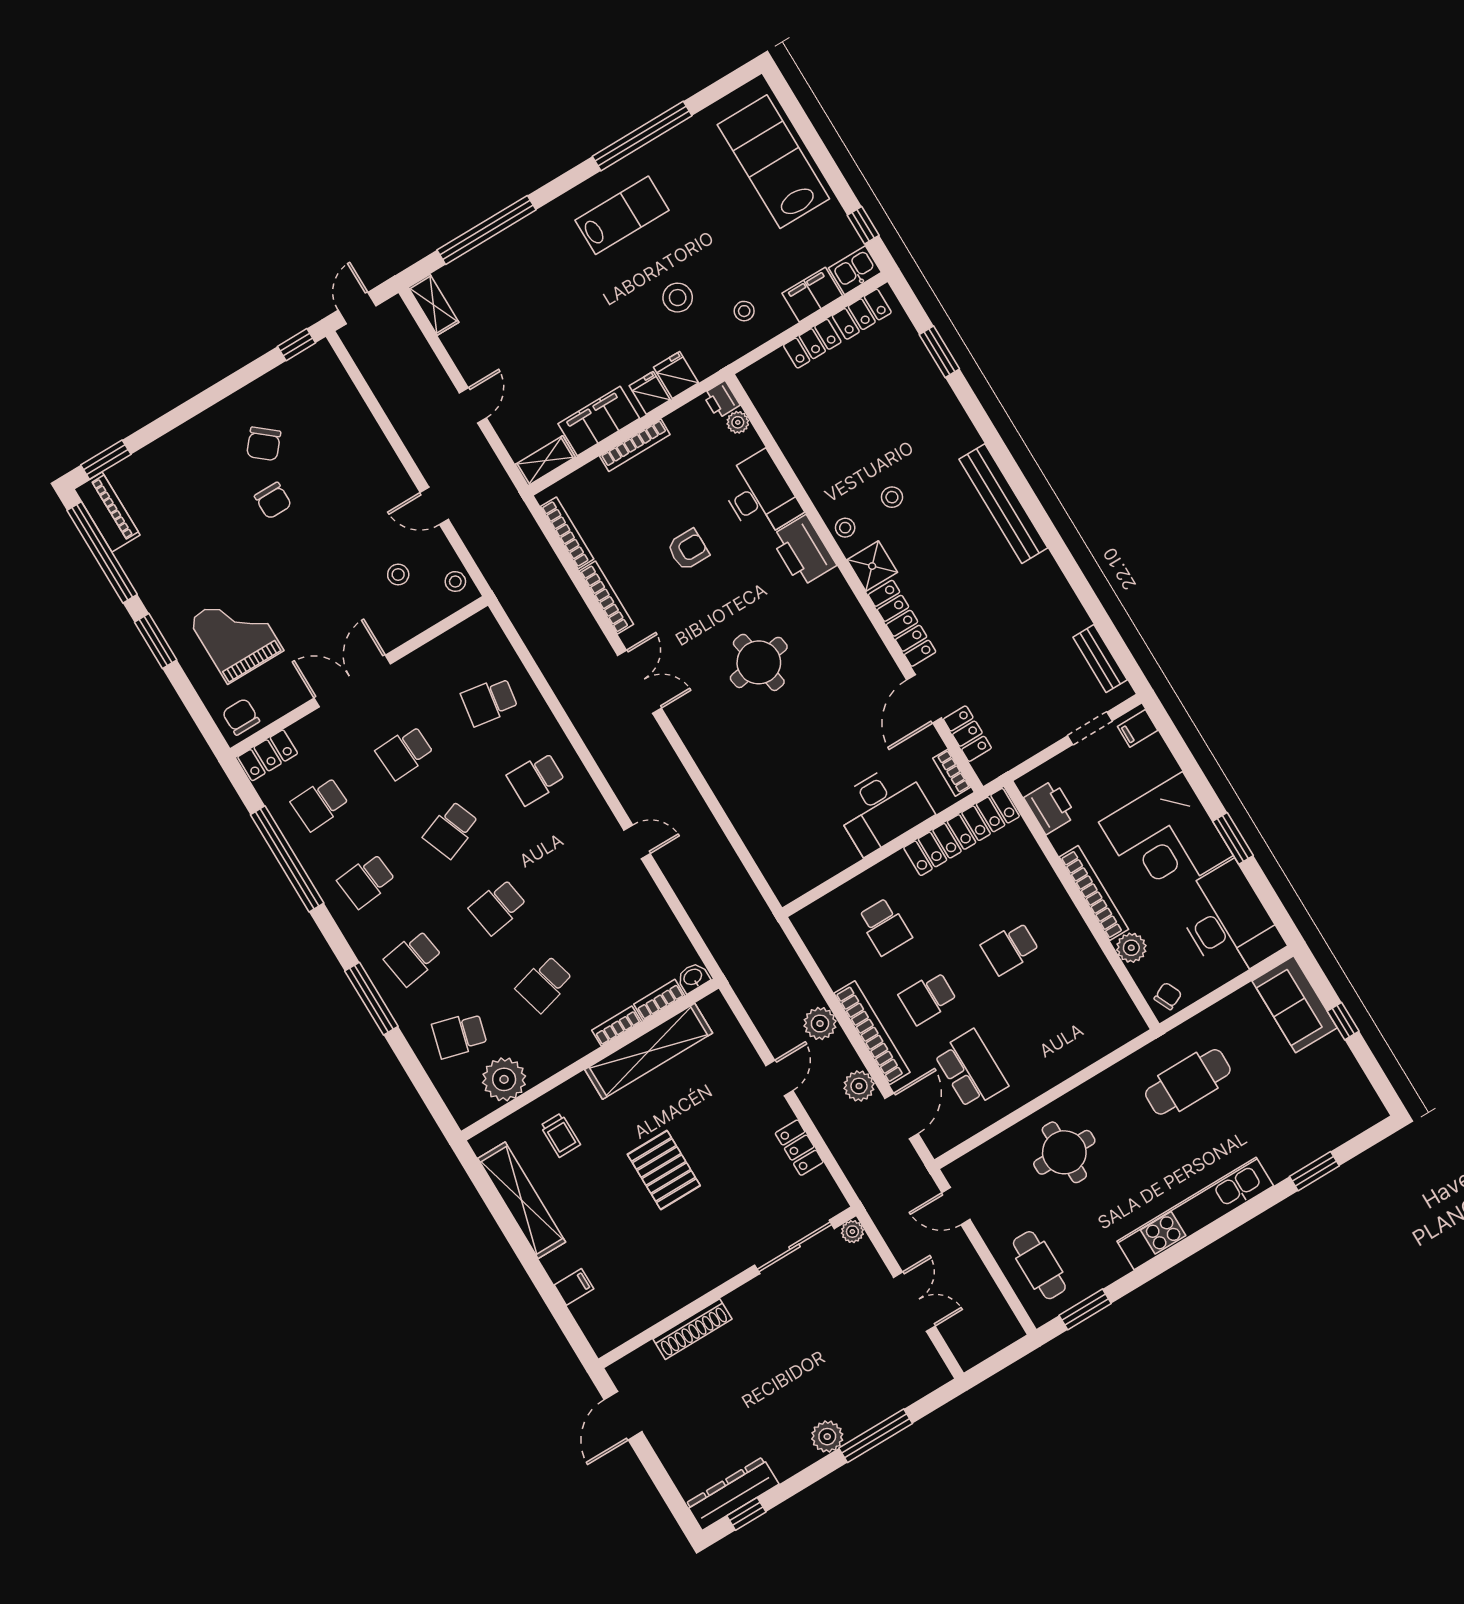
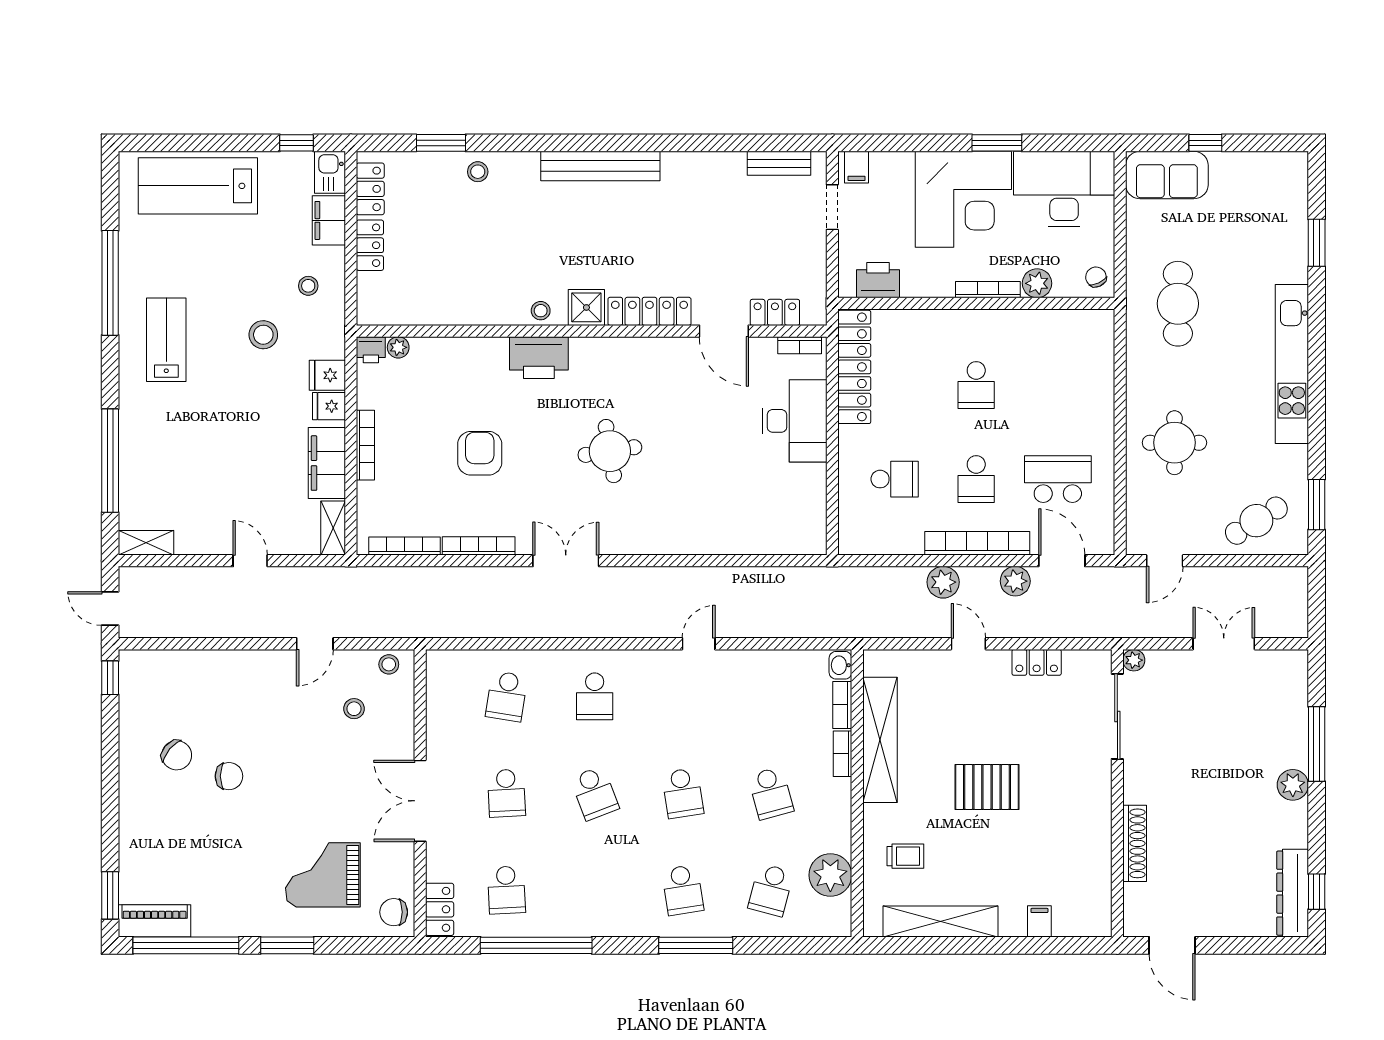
desk: (760, 495) -> (470, 366), removed
stool: (892, 497) -> (478, 172), moved
armchair: (688, 550) -> (480, 453), width x1.38, depth x1.38
school desk: (366, 881) -> (595, 890), removed
bookcase: (1094, 893) -> (988, 290), width x0.68, depth x0.76
cafe table: (1039, 1265) -> (1256, 521), turned -32

